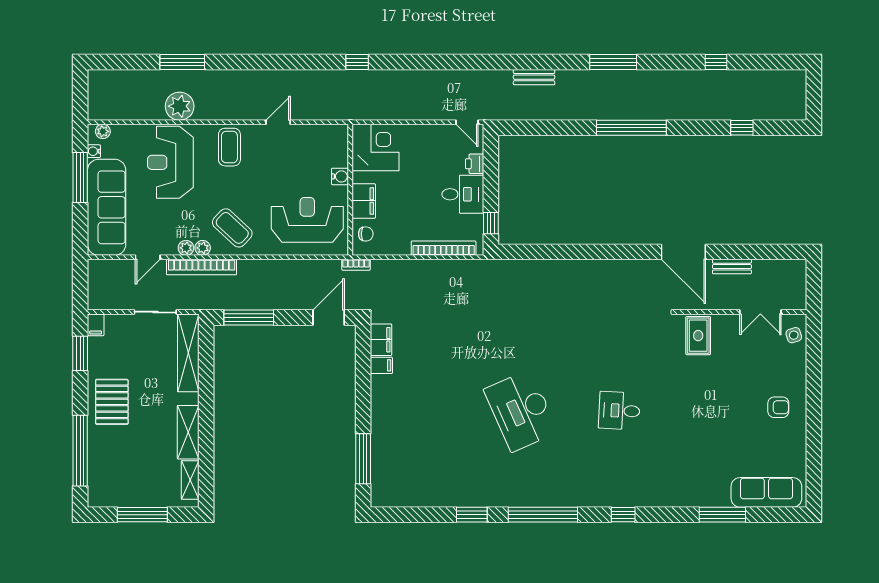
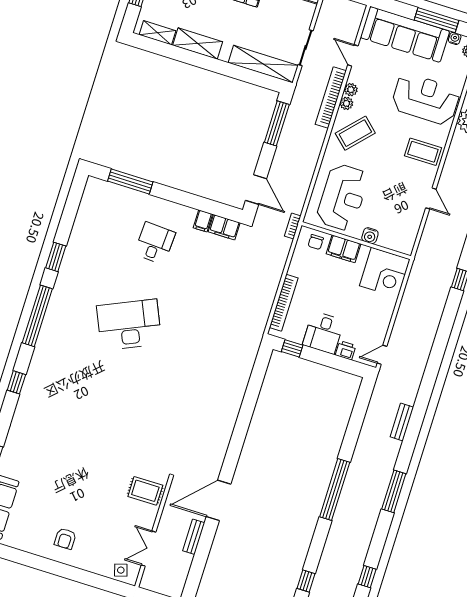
desk: (619, 411) -> (155, 243), moved

